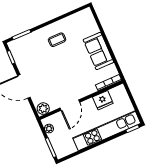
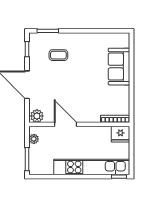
coffee table: (57, 40) -> (58, 55), moved
sofa: (98, 51) -> (119, 67), moved
fridge: (103, 100) -> (120, 134), moved
door: (70, 105) -> (66, 124), swing flipped

